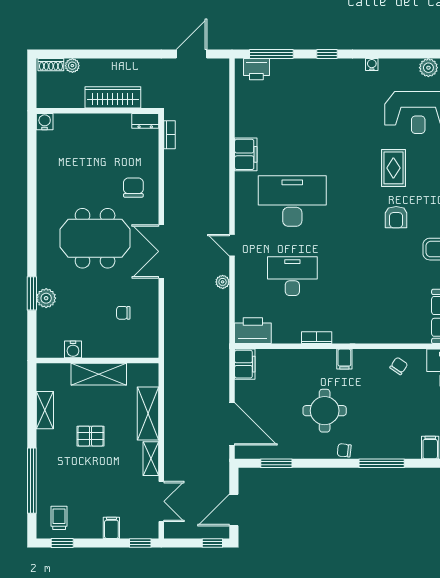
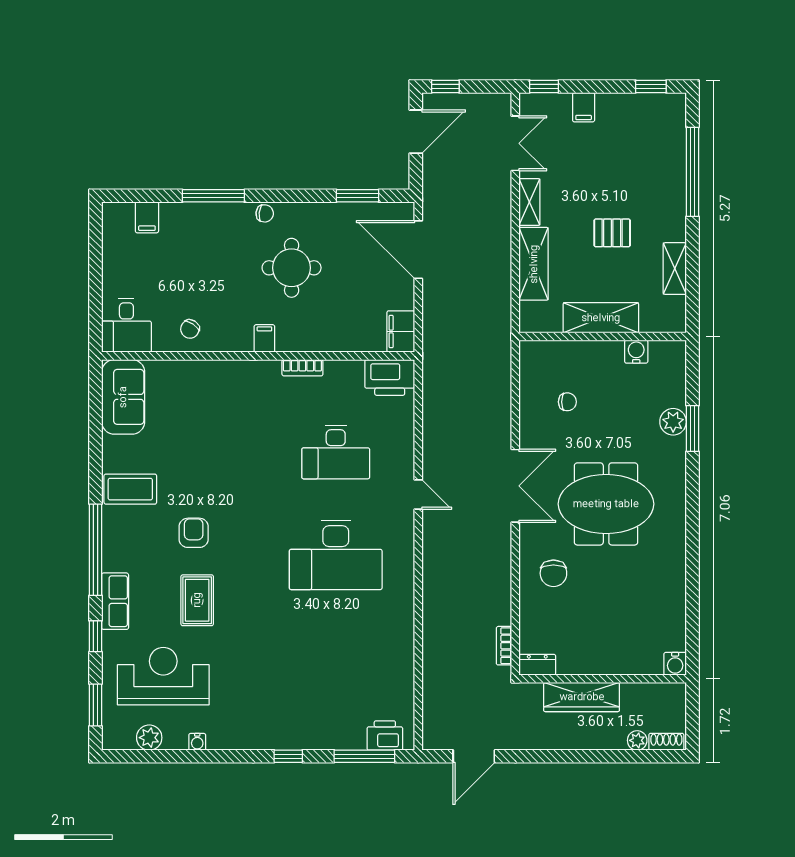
water cooler: (372, 65) -> (197, 742), moved
filing cabinet: (246, 154) -> (399, 619), removed
plant: (223, 282) -> (431, 444), removed
double door: (161, 501) -> (515, 143), swing flipped
trolley: (59, 518) -> (655, 121), removed

